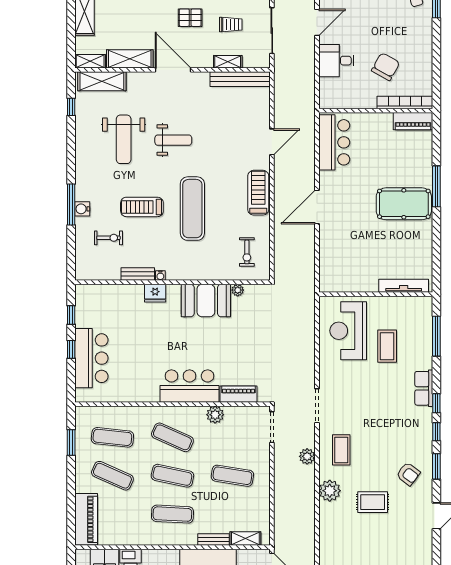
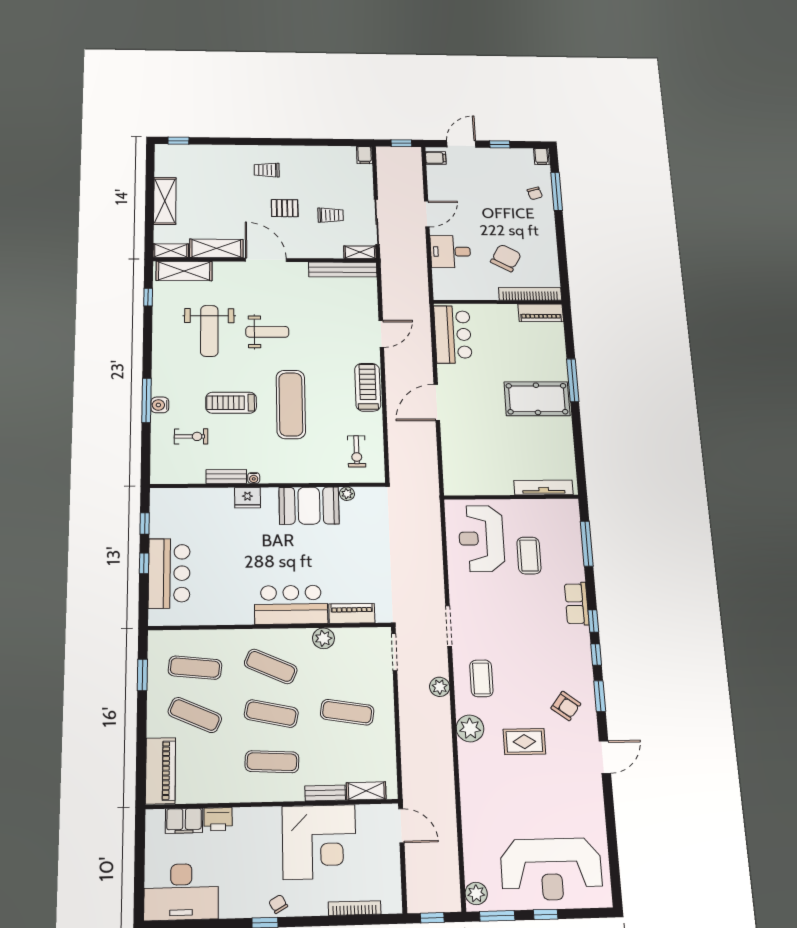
shelving: (228, 62) -> (360, 252), moved

